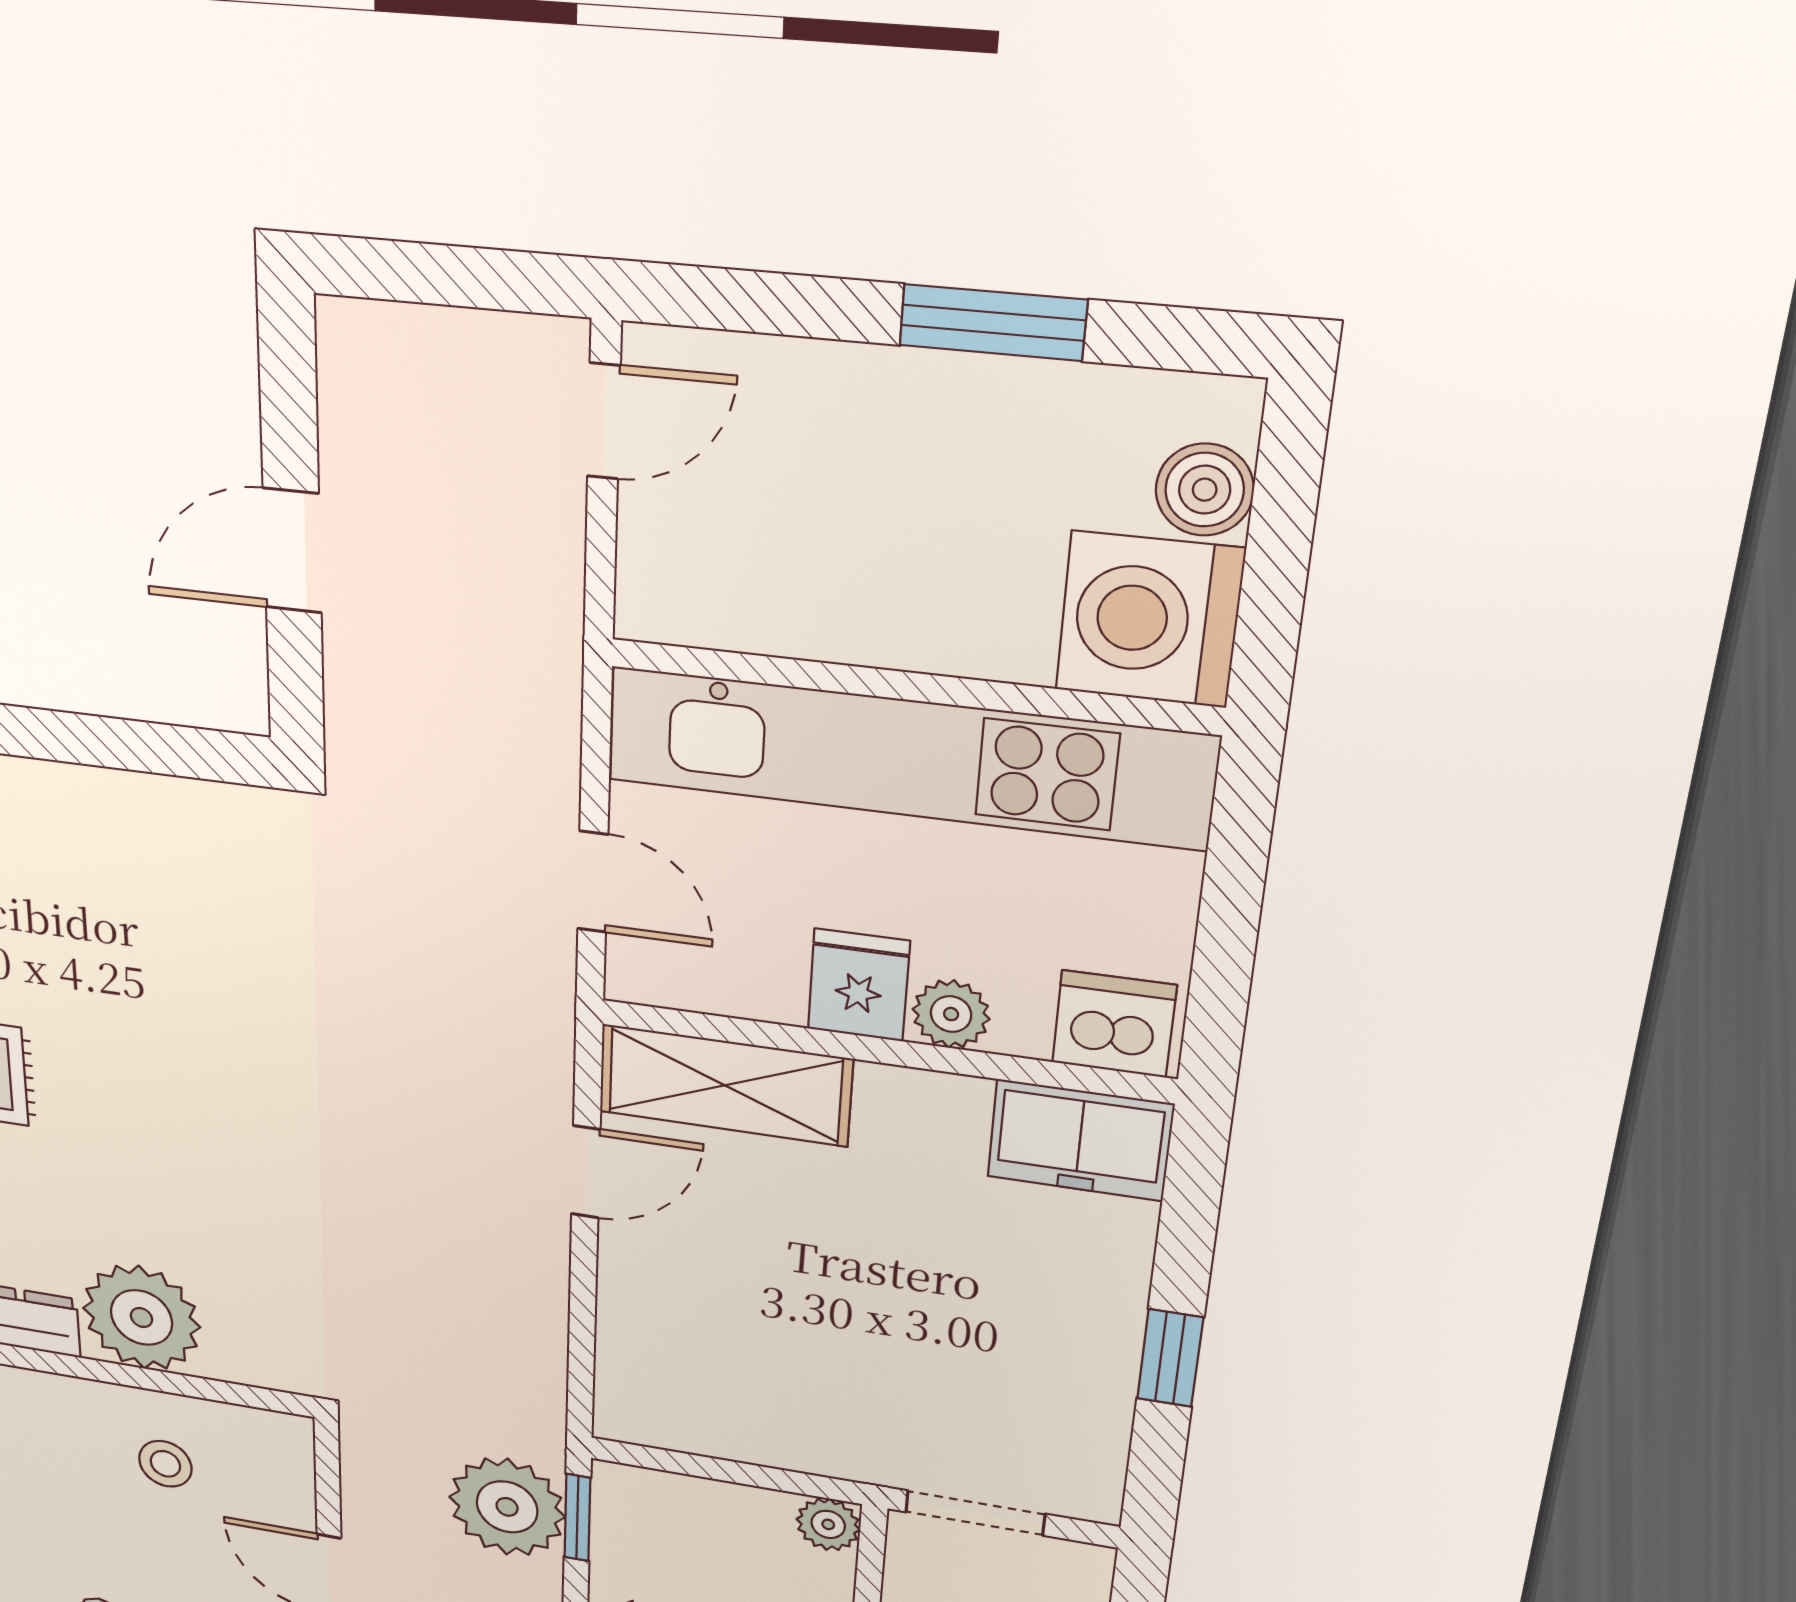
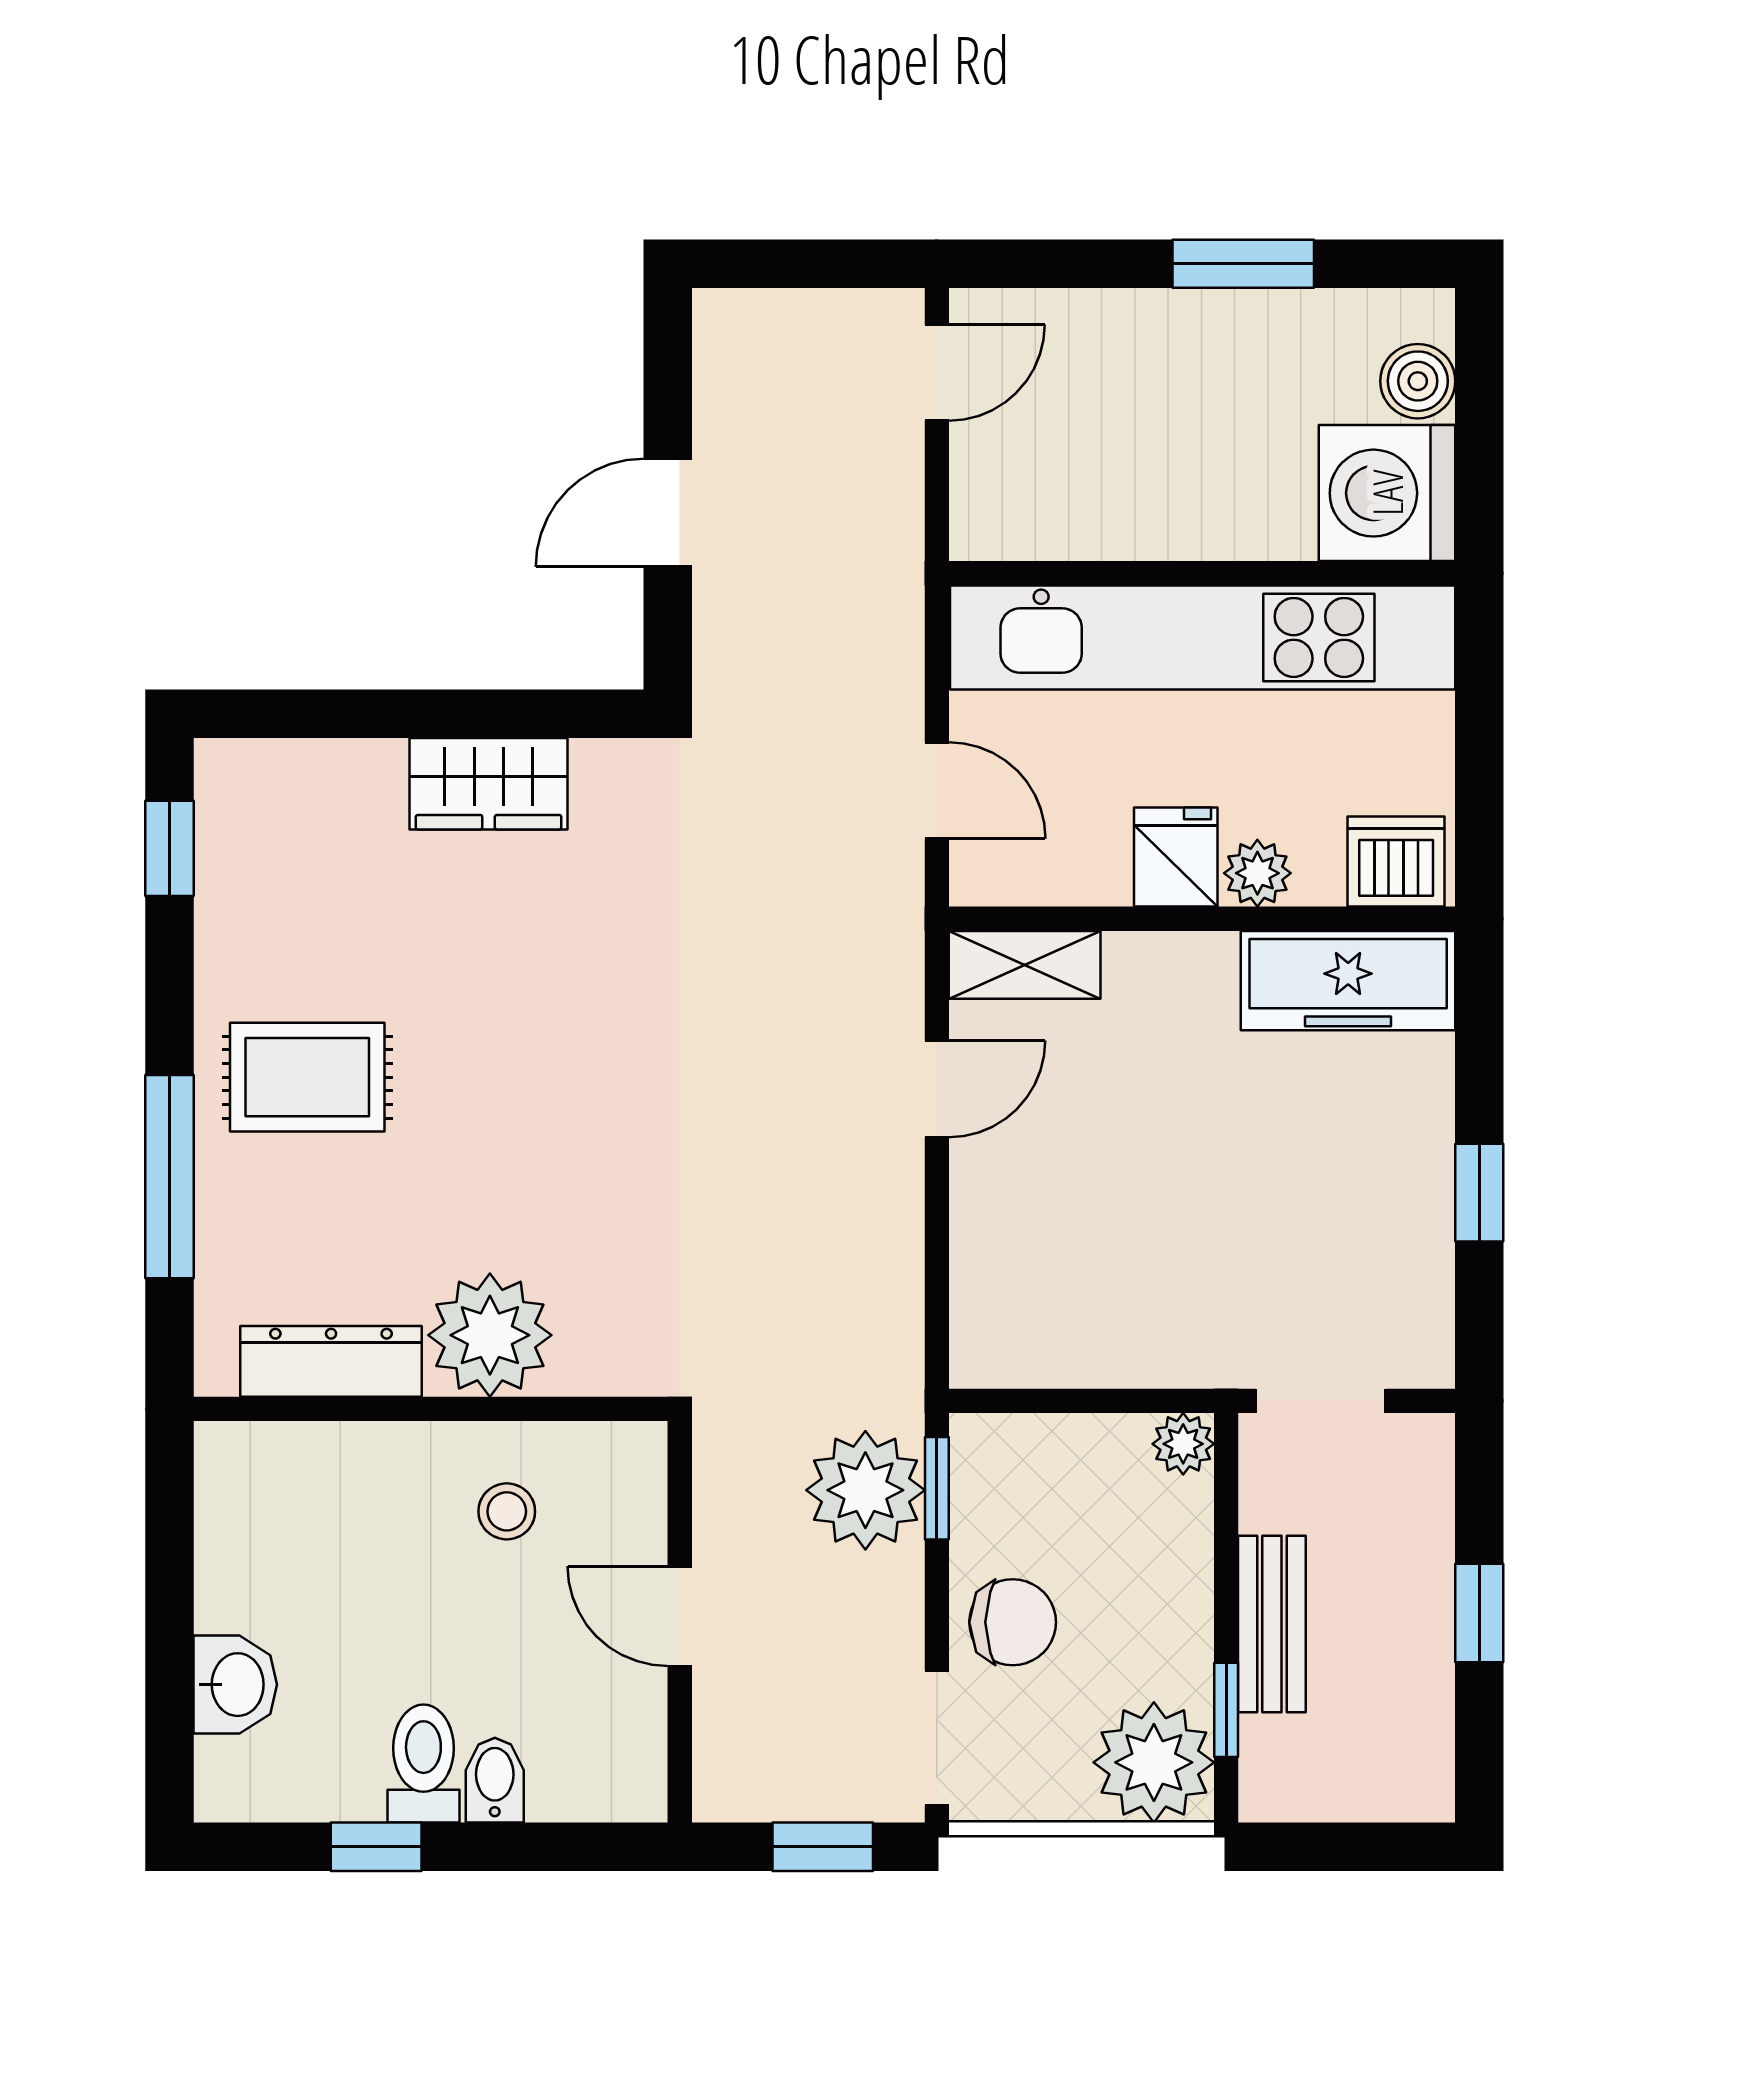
wardrobe: (111, 813) -> (489, 784), added
shelving: (725, 1085) -> (1025, 965), width x0.67, depth x0.75
freezer: (1080, 1140) -> (1348, 981), width x1.40

